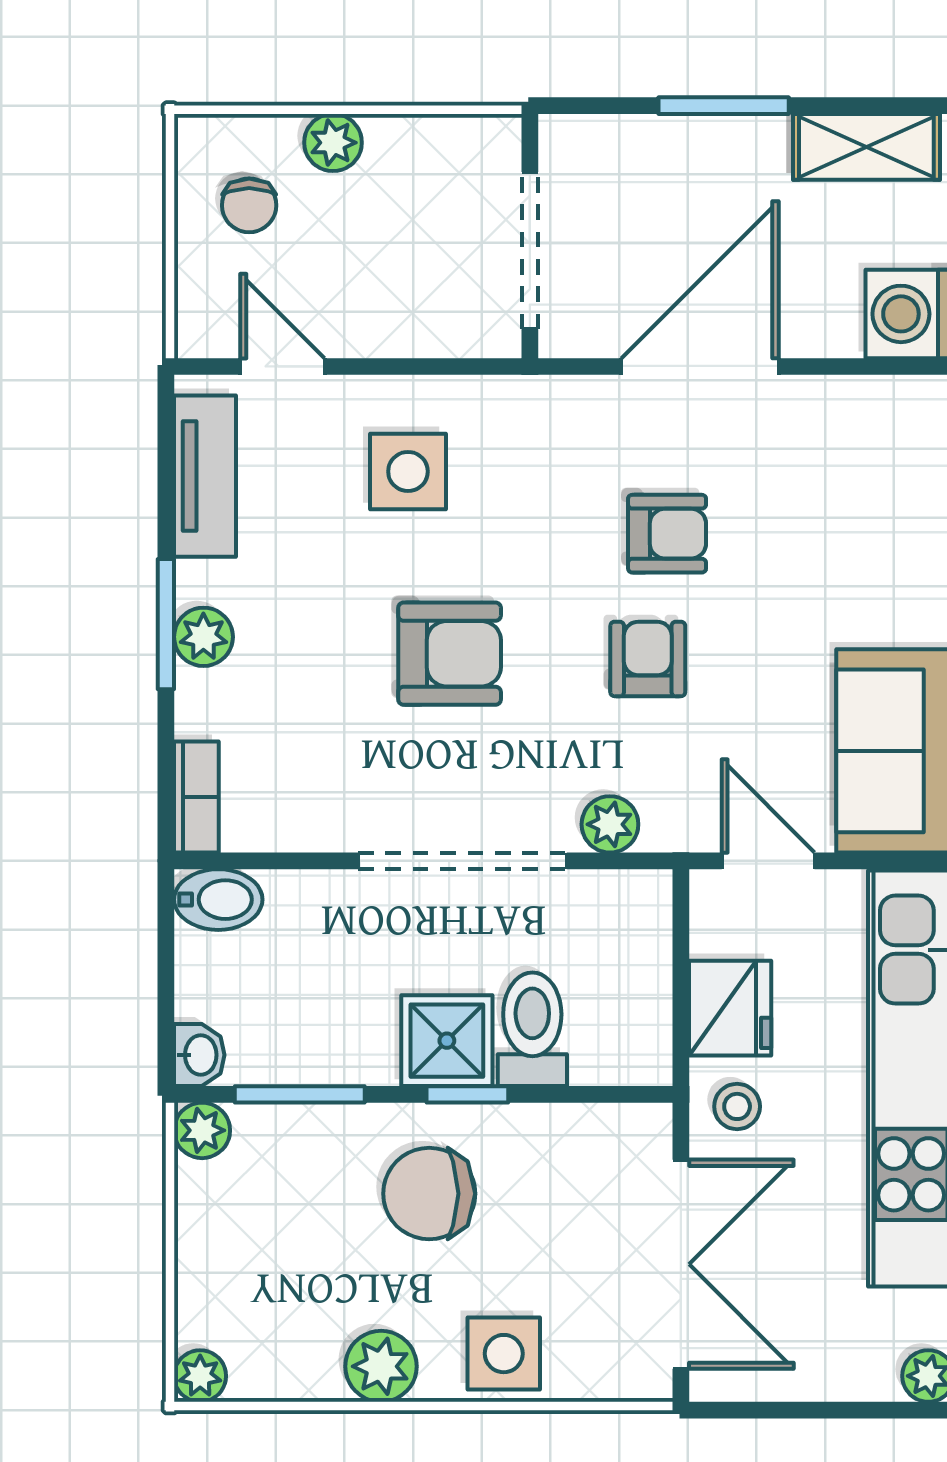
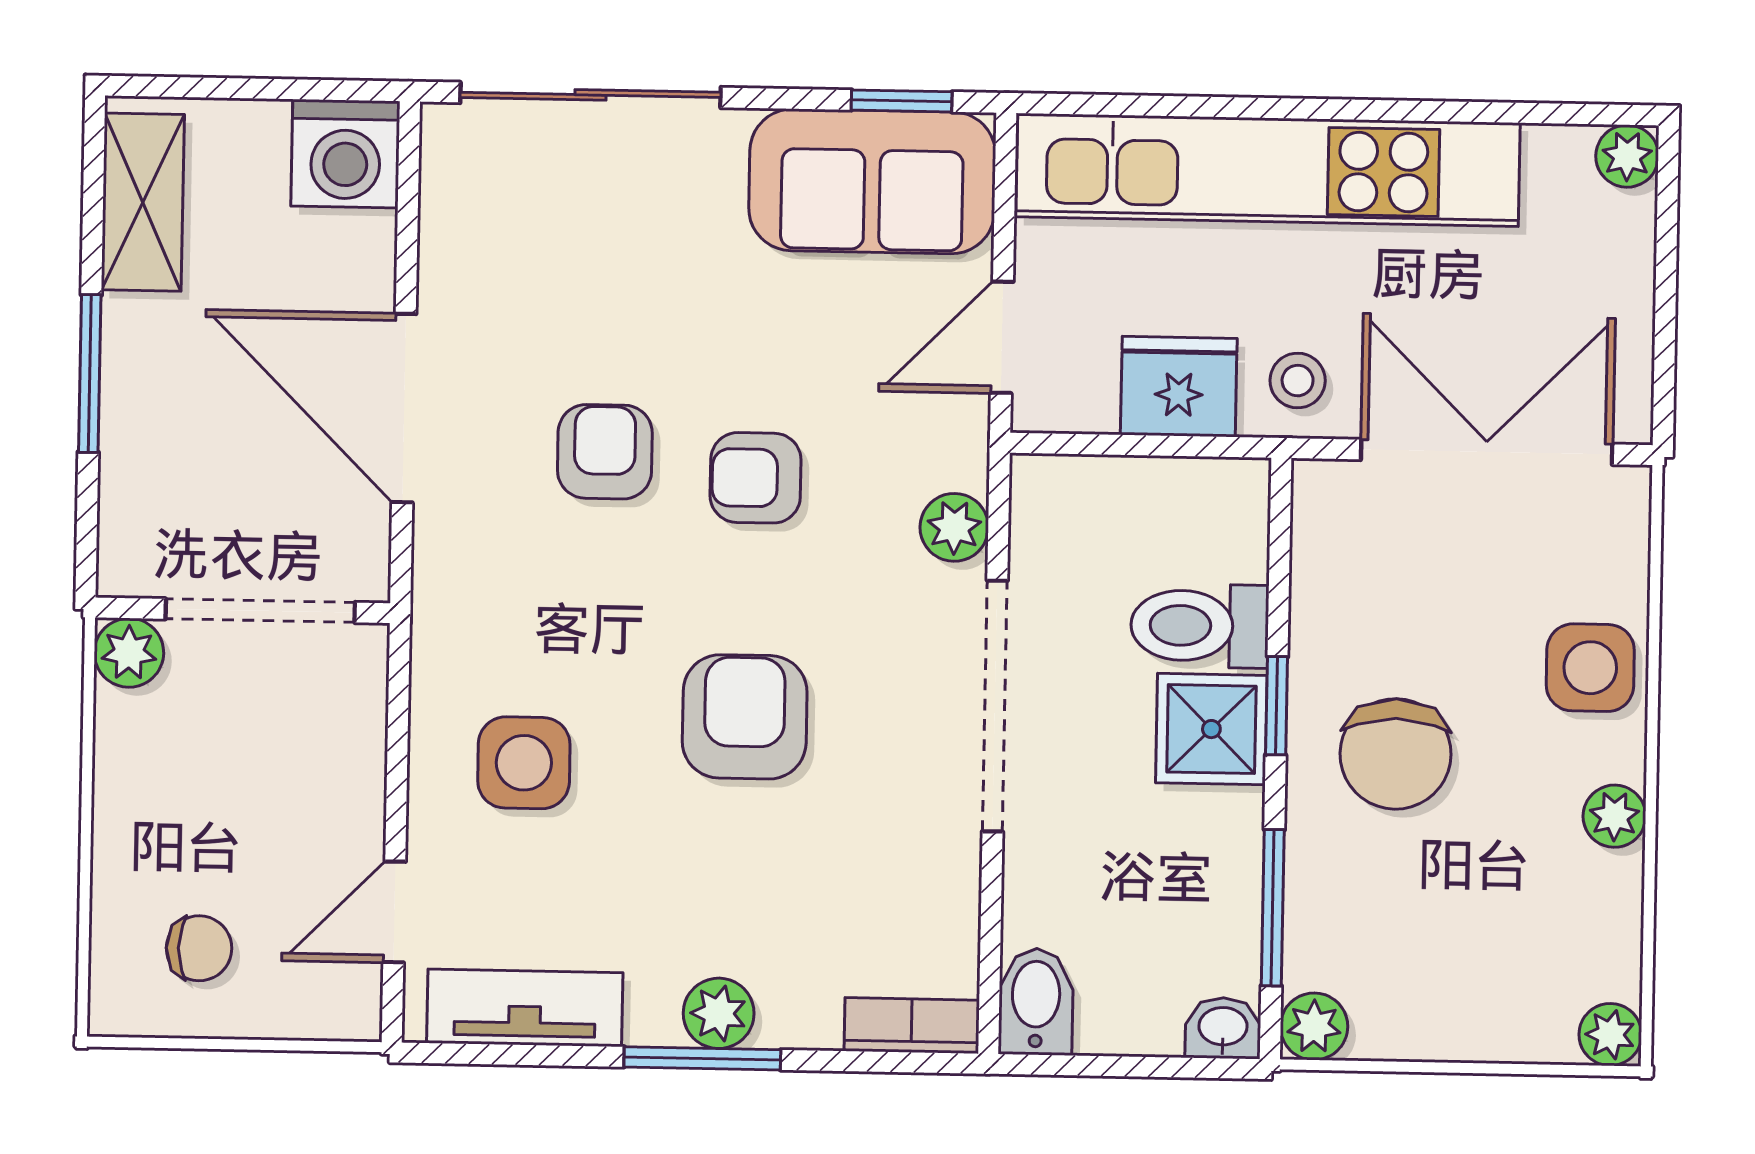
plant: (333, 143) -> (129, 653), moved
plant: (381, 1366) -> (1614, 816), width x0.73, depth x0.73

